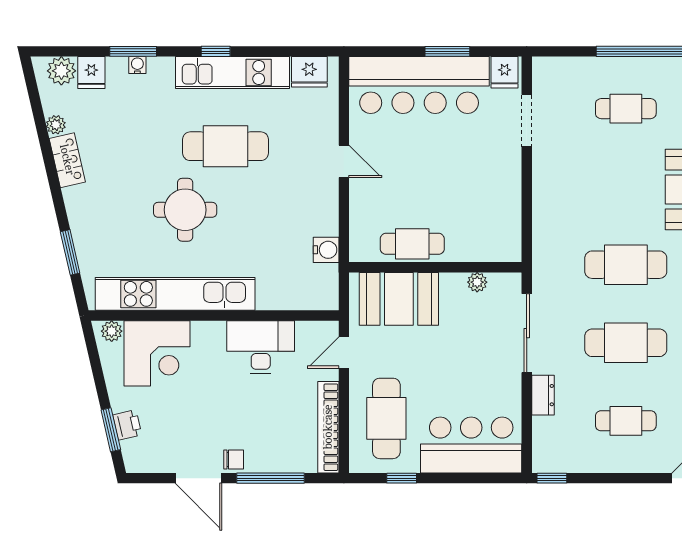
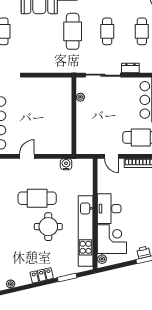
cafe table: (226, 146) -> (37, 198), moved, turned 90
locker: (67, 160) -> (42, 275), moved
cafe table: (412, 244) -> (63, 126), removed
booth: (399, 299) -> (88, 132), removed
cafe table: (626, 343) -> (107, 31), width x0.73, depth x0.74
desk: (261, 347) -> (109, 209), moved

